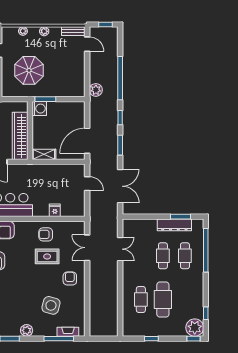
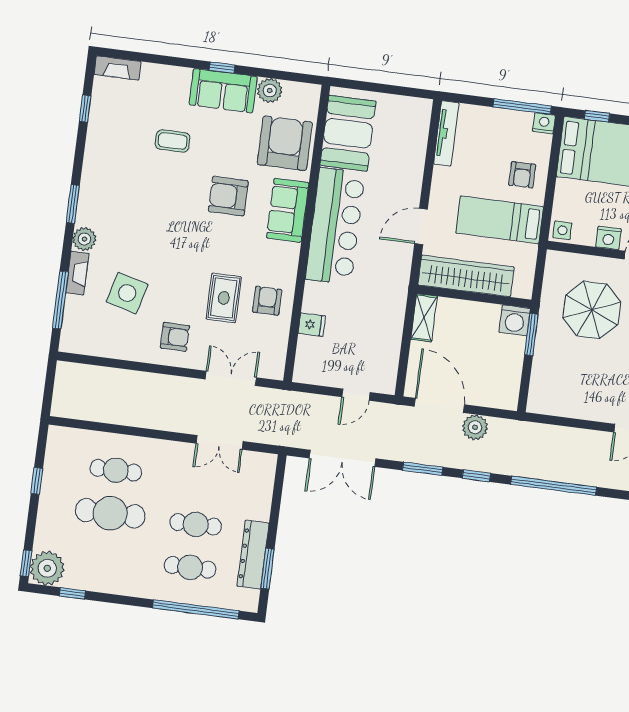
plant: (96, 90) -> (475, 427), moved
fireplace: (68, 332) -> (77, 273), moved

